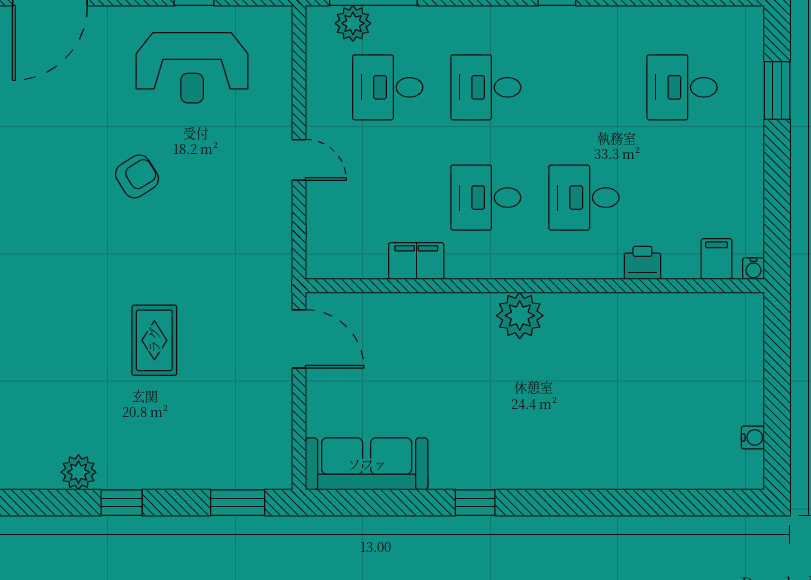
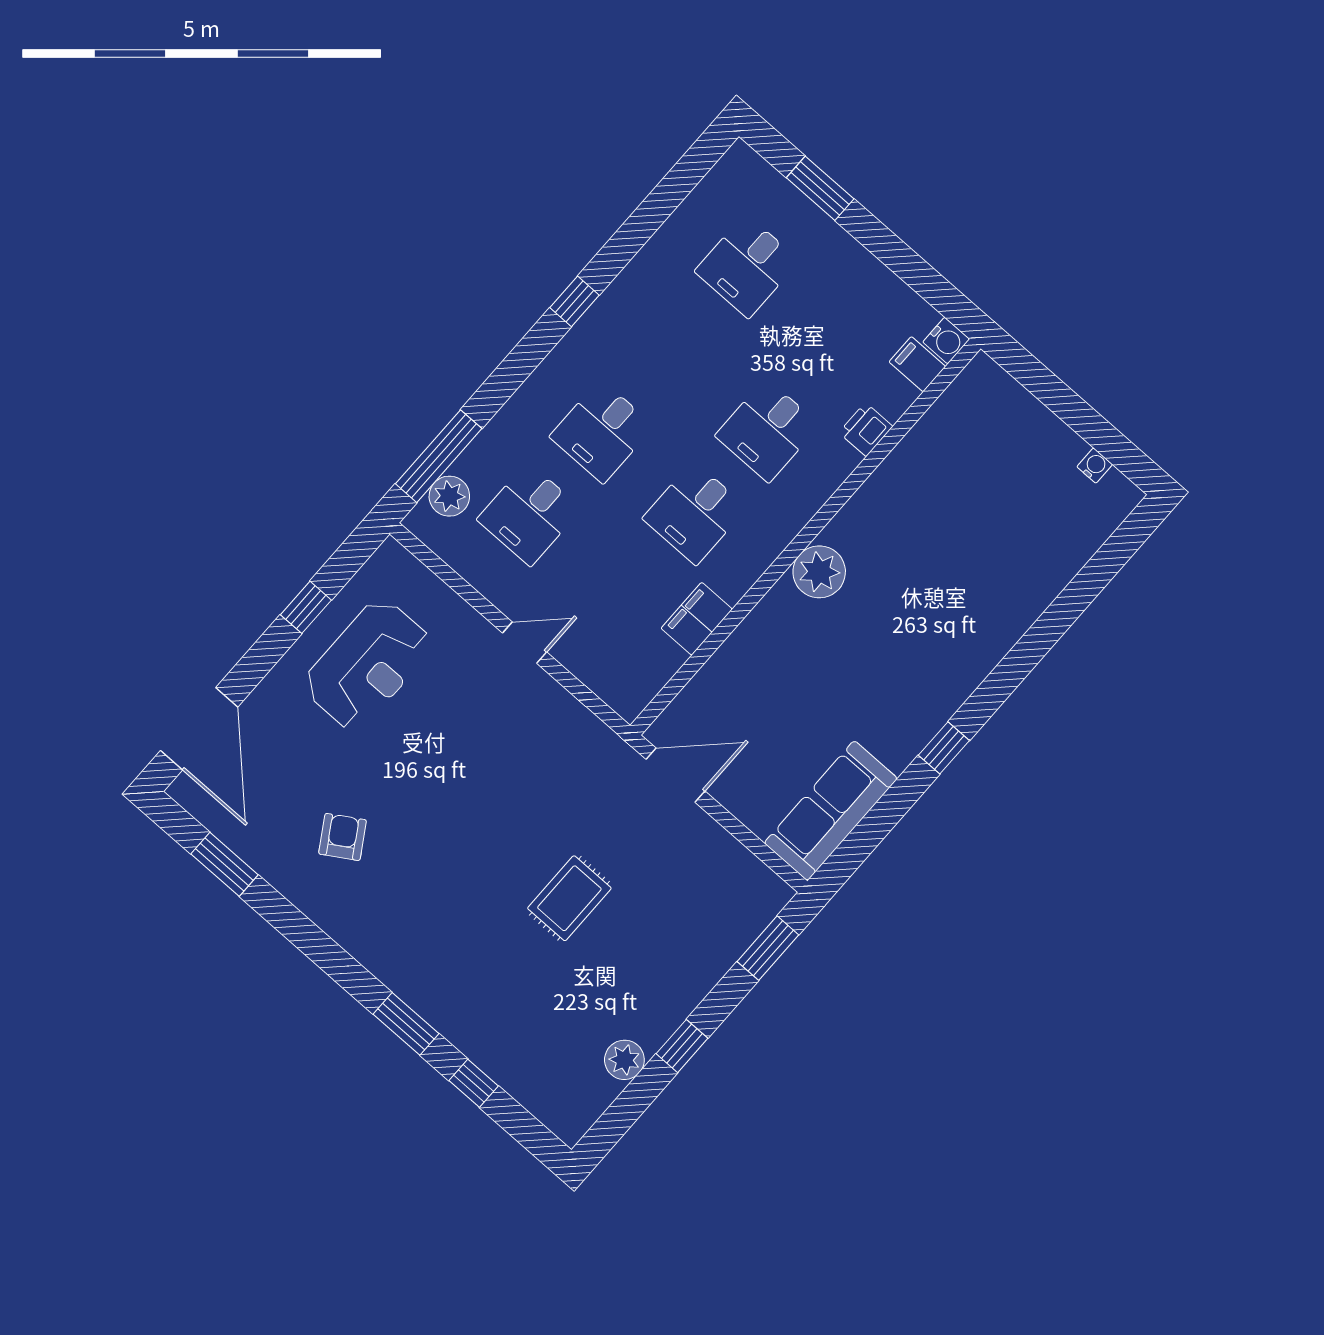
armchair: (137, 176) -> (343, 837), moved
water cooler: (753, 269) -> (946, 340), width x1.38, depth x1.38
rug: (154, 340) -> (569, 898), turned 90

